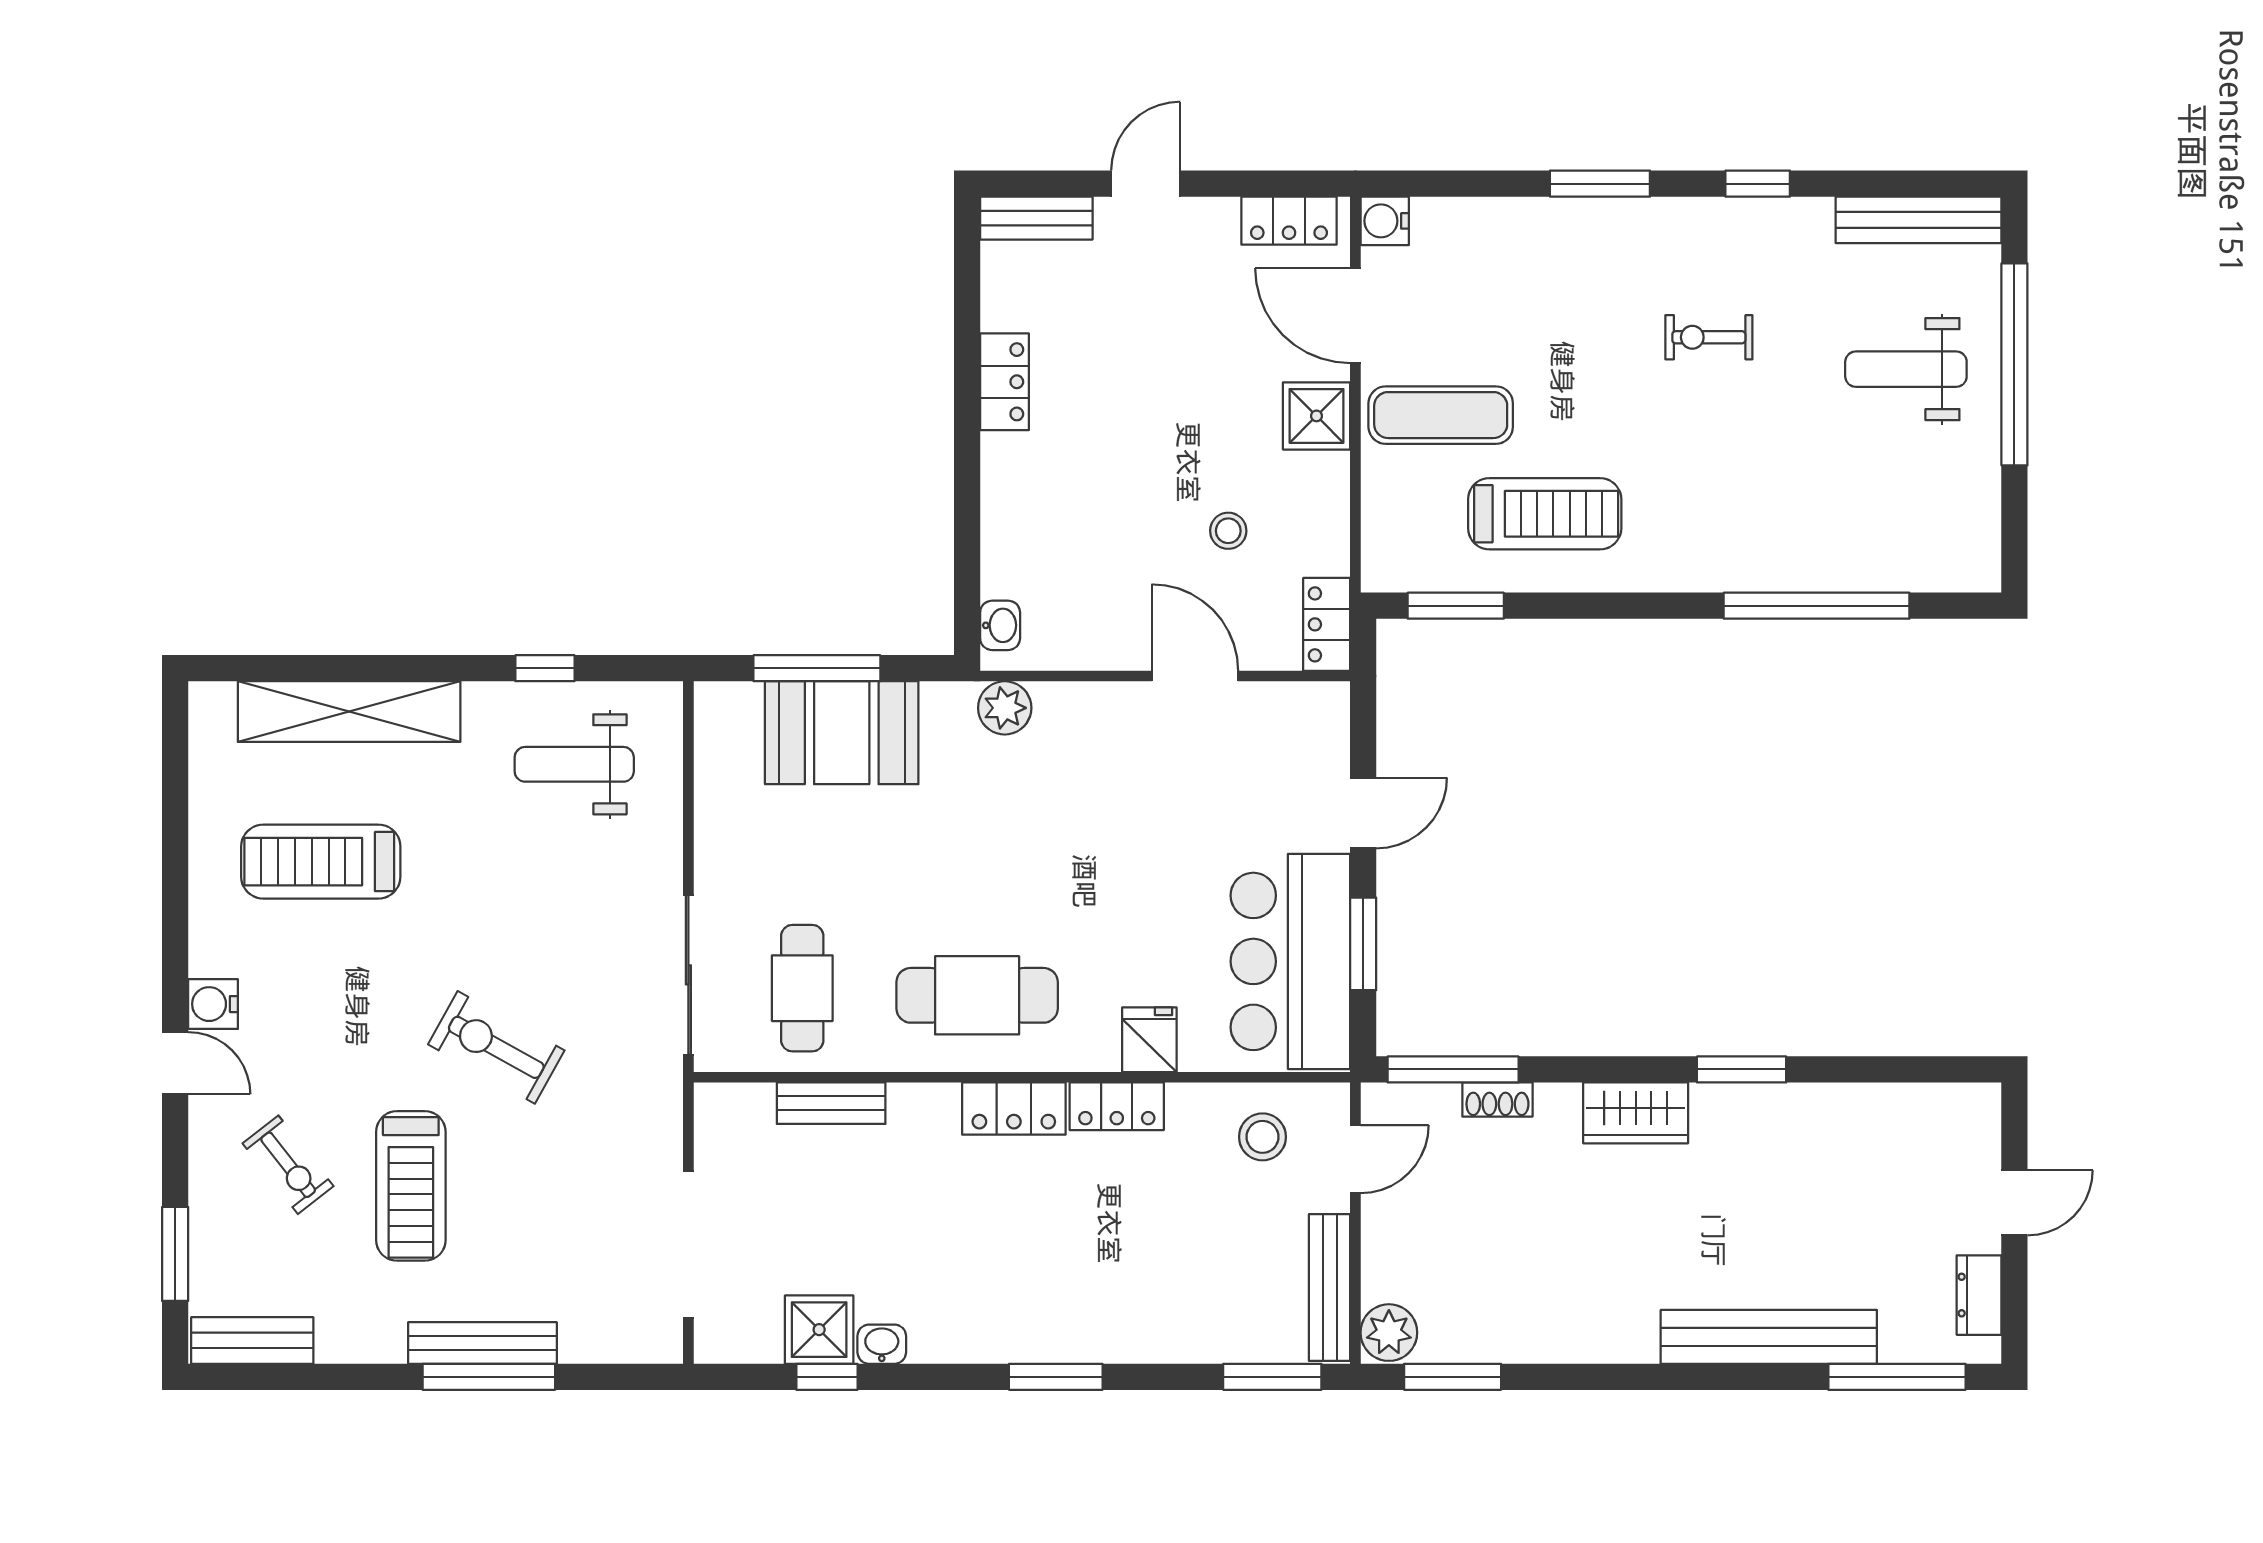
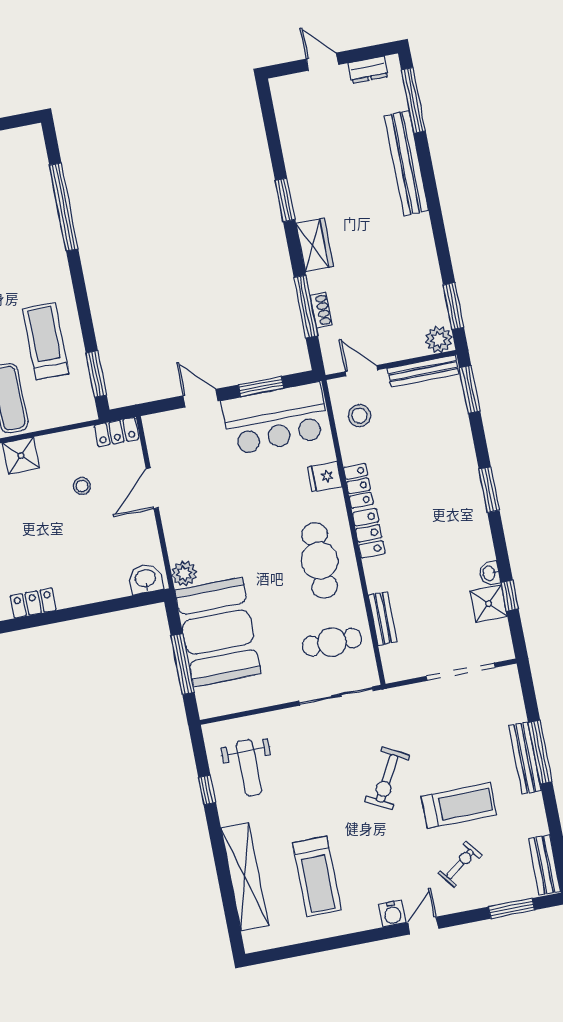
washbasin: (1000, 625) -> (146, 579), width x1.38, depth x1.45
booth: (842, 733) -> (218, 632), width x1.36, depth x1.42
window: (1453, 1069) -> (306, 307), moved

